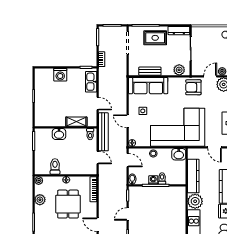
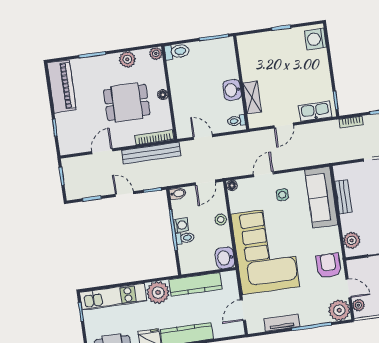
washing machine: (60, 75) -> (315, 39), moved
bench: (103, 132) -> (151, 153), moved
washbasin: (59, 134) -> (232, 90), moved
door: (98, 157) -> (203, 137), swing flipped
toilet: (55, 167) -> (177, 52), moved

